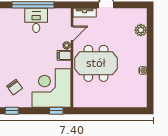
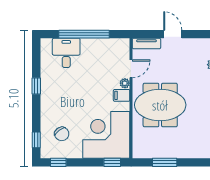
desk: (36, 20) -> (66, 53), moved
window: (100, 111) -> (165, 162), added

